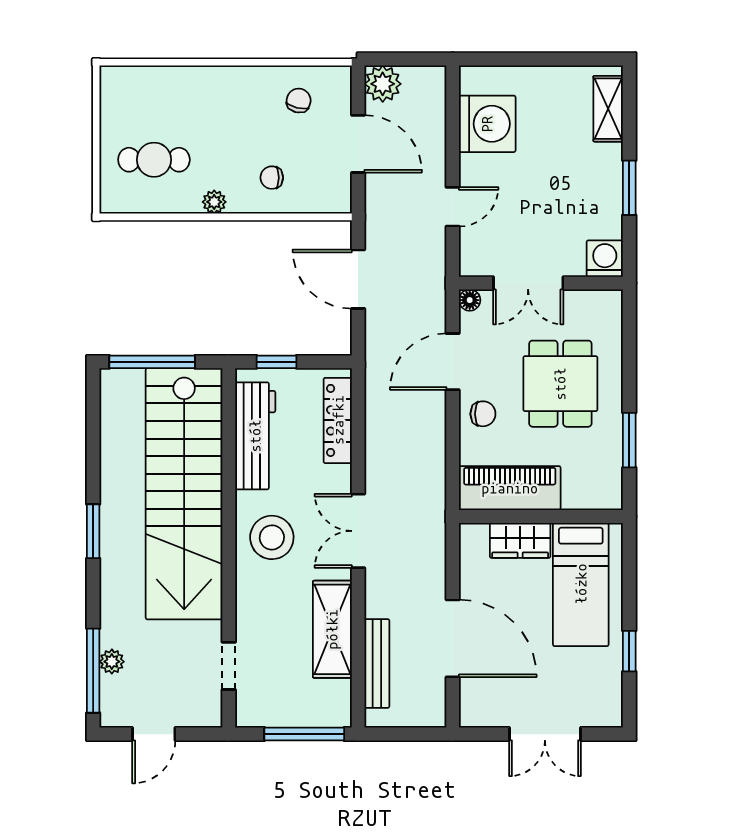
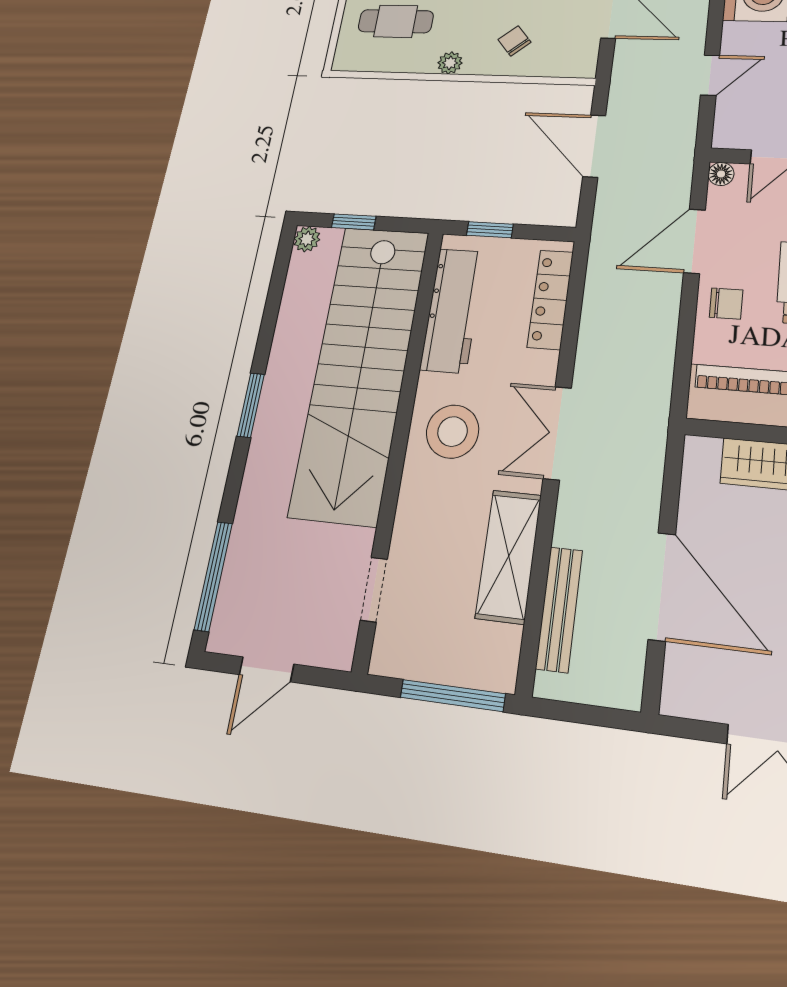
chair: (272, 178) -> (514, 41), turned 49
window: (152, 362) -> (354, 222), width x0.46
plant: (112, 662) -> (307, 239), moved

